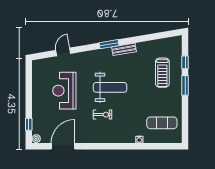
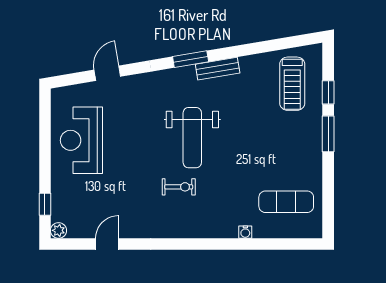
treadmill: (162, 73) -> (292, 84), moved
weight bench: (110, 87) -> (192, 138), turned 90
reception desk: (64, 91) -> (81, 140), moved
door: (63, 146) -> (107, 244), width x0.53

